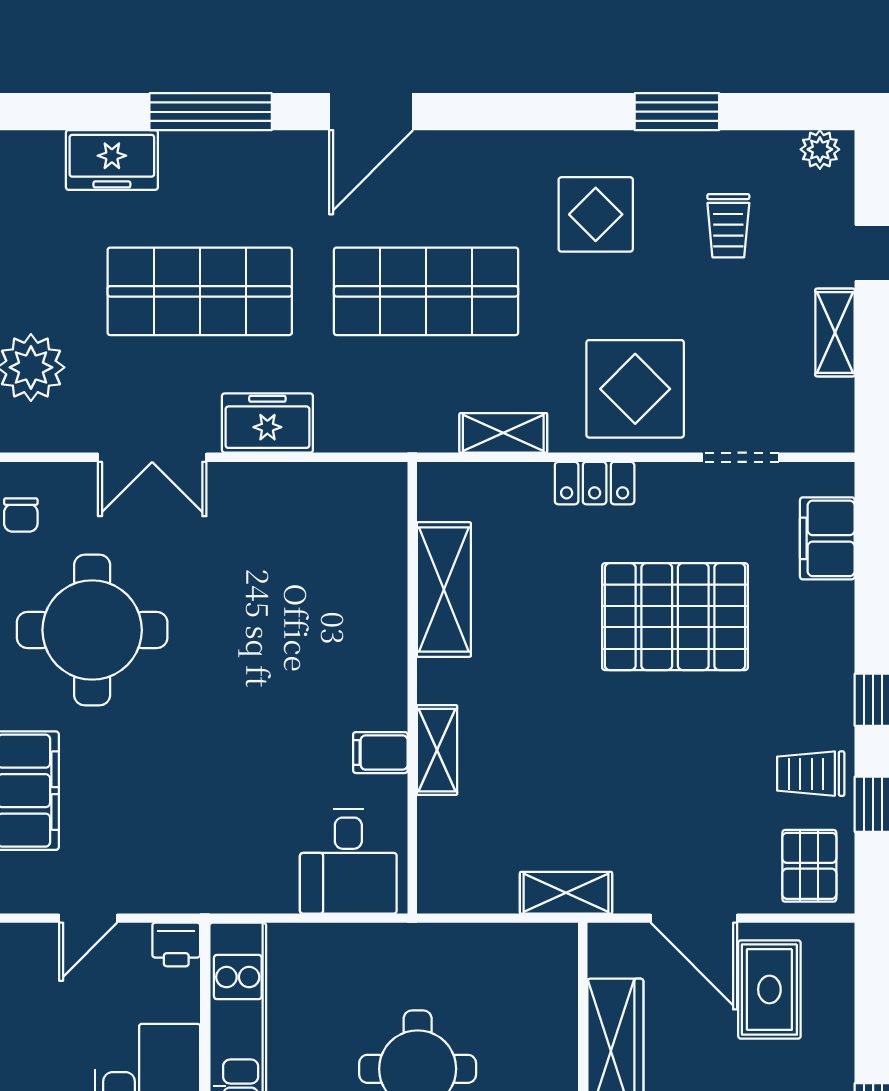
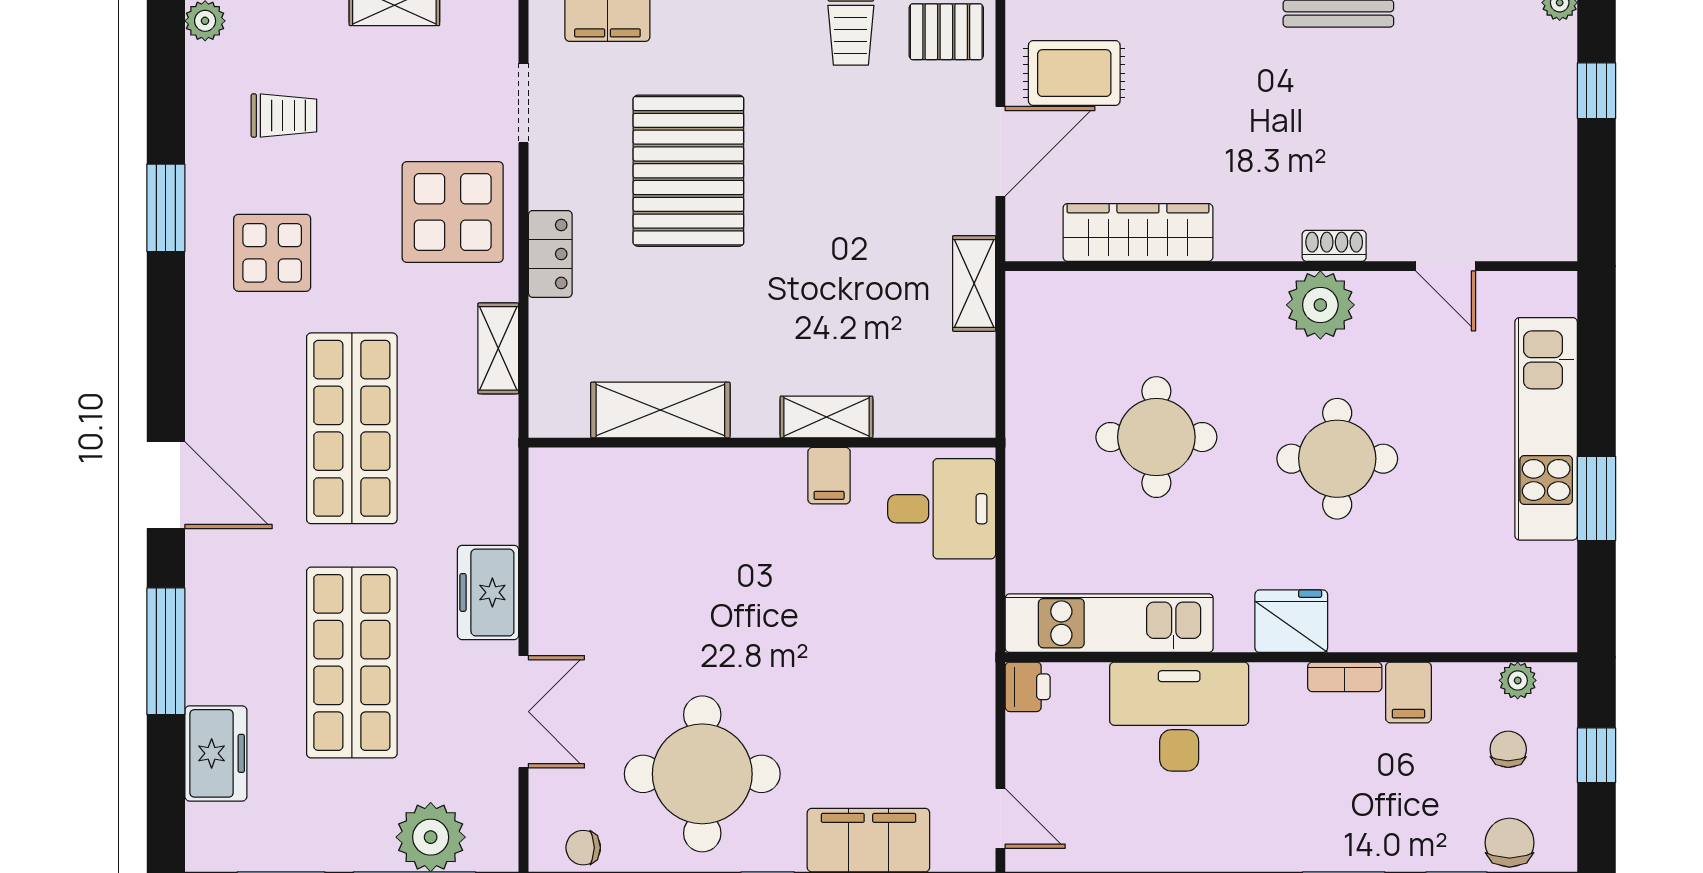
window: (677, 112) -> (166, 208), moved
chair: (21, 515) -> (583, 848), turned 180
door: (88, 918) -> (1000, 818), moved

